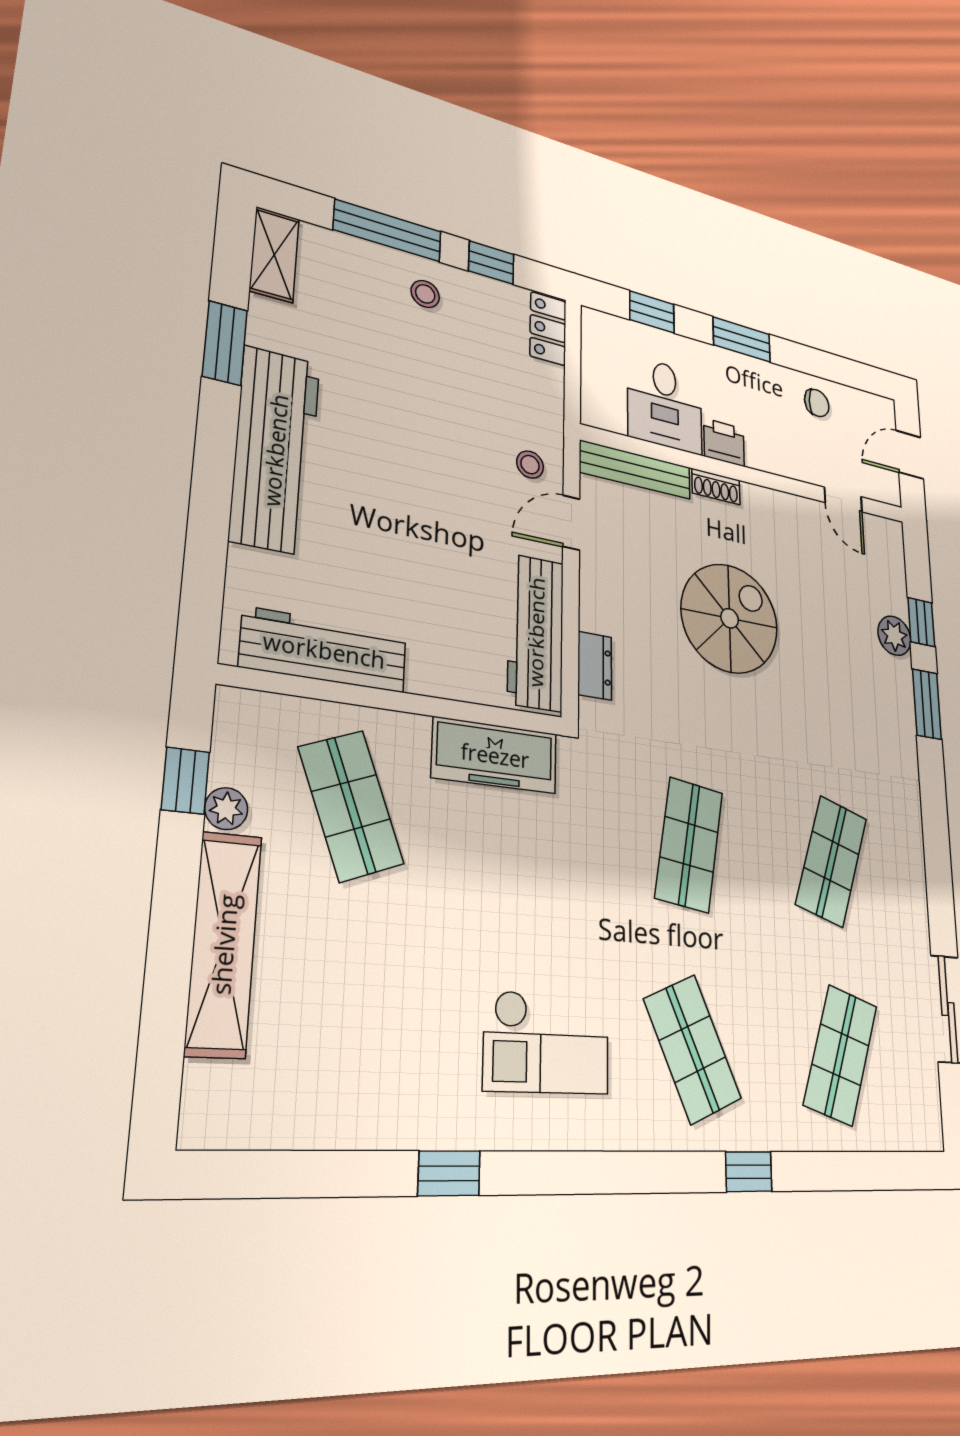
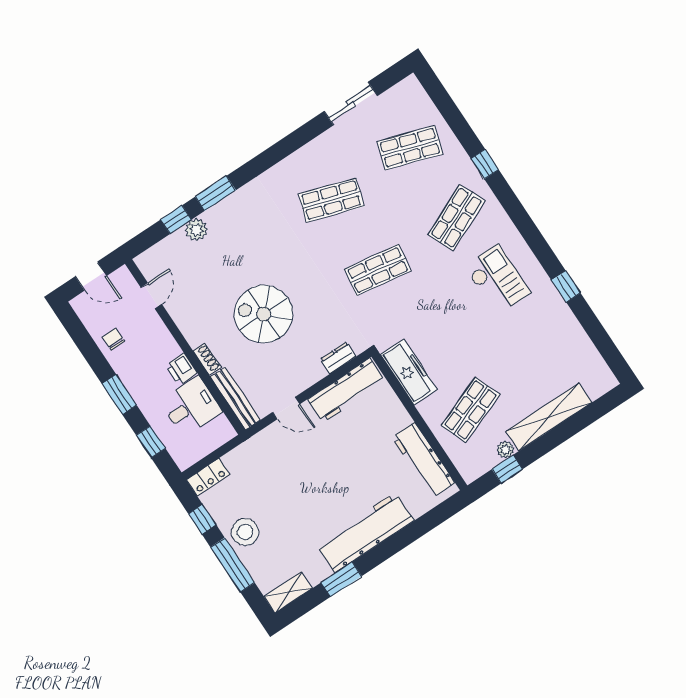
stool: (425, 294) -> (245, 532), width x1.89, depth x1.89
stool: (530, 465) -> (277, 441), removed

